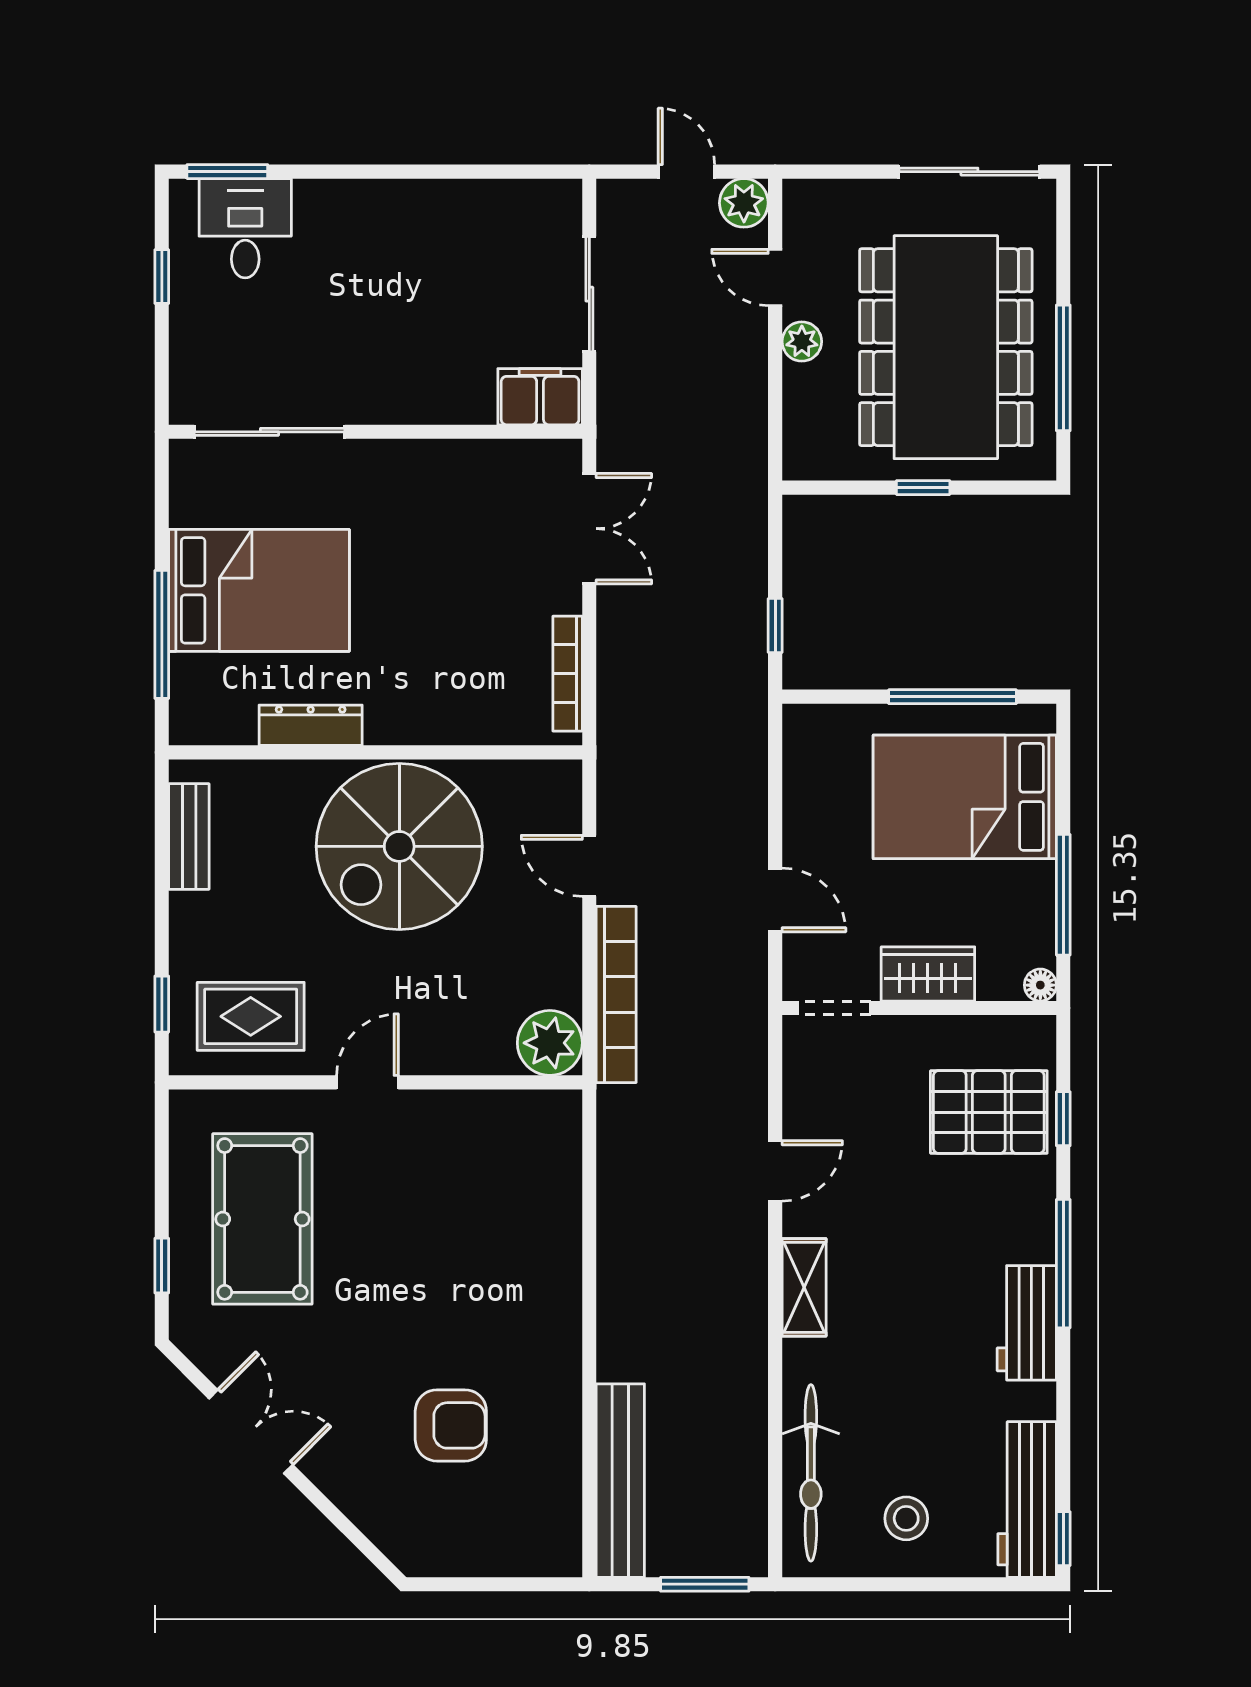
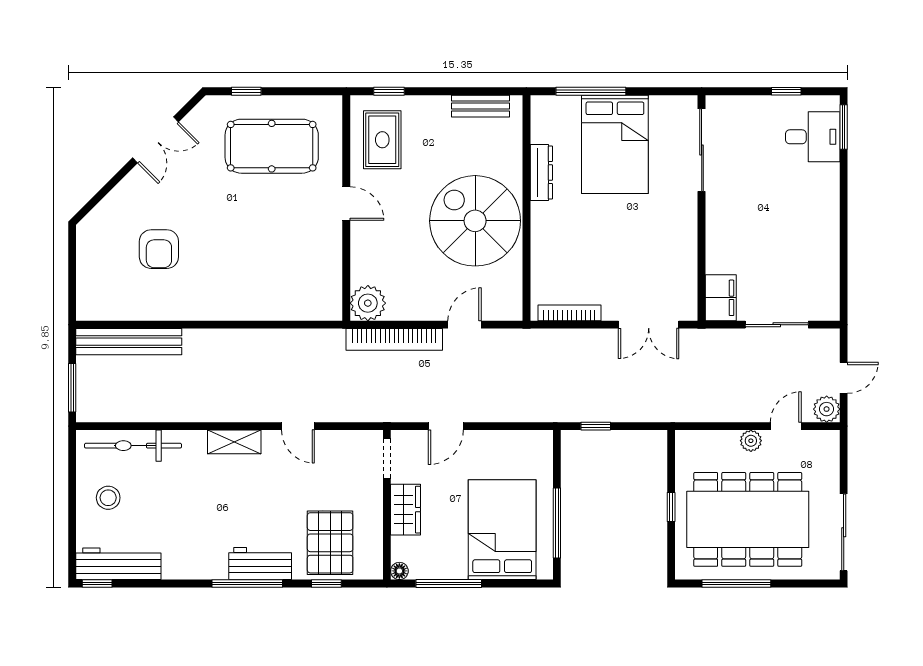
workbench: (1027, 1323) -> (260, 564), moved

